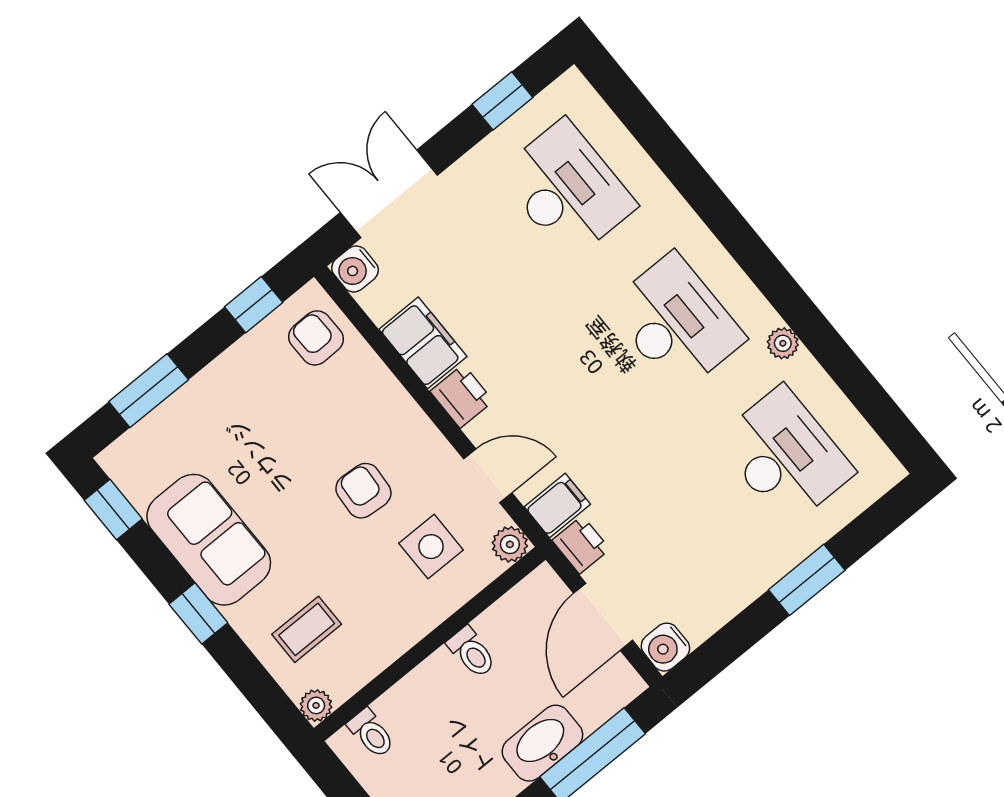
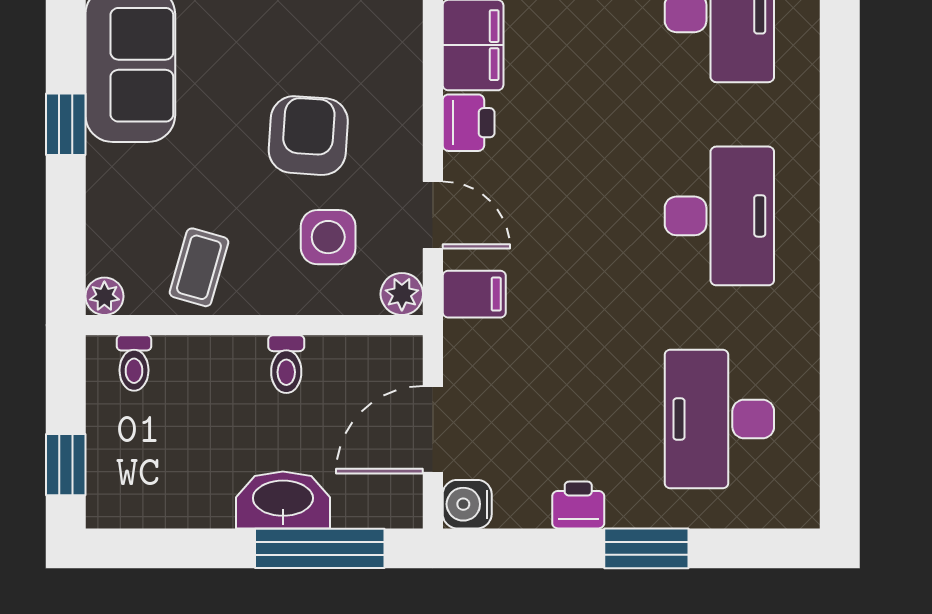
plant: (783, 343) -> (801, 314), removed
desk: (785, 456) -> (719, 419), turned 180
armchair: (363, 491) -> (308, 136), width x1.38, depth x1.38
printer: (581, 545) -> (578, 505), moved, turned -90
coffee table: (307, 629) -> (199, 267), moved, turned -74

